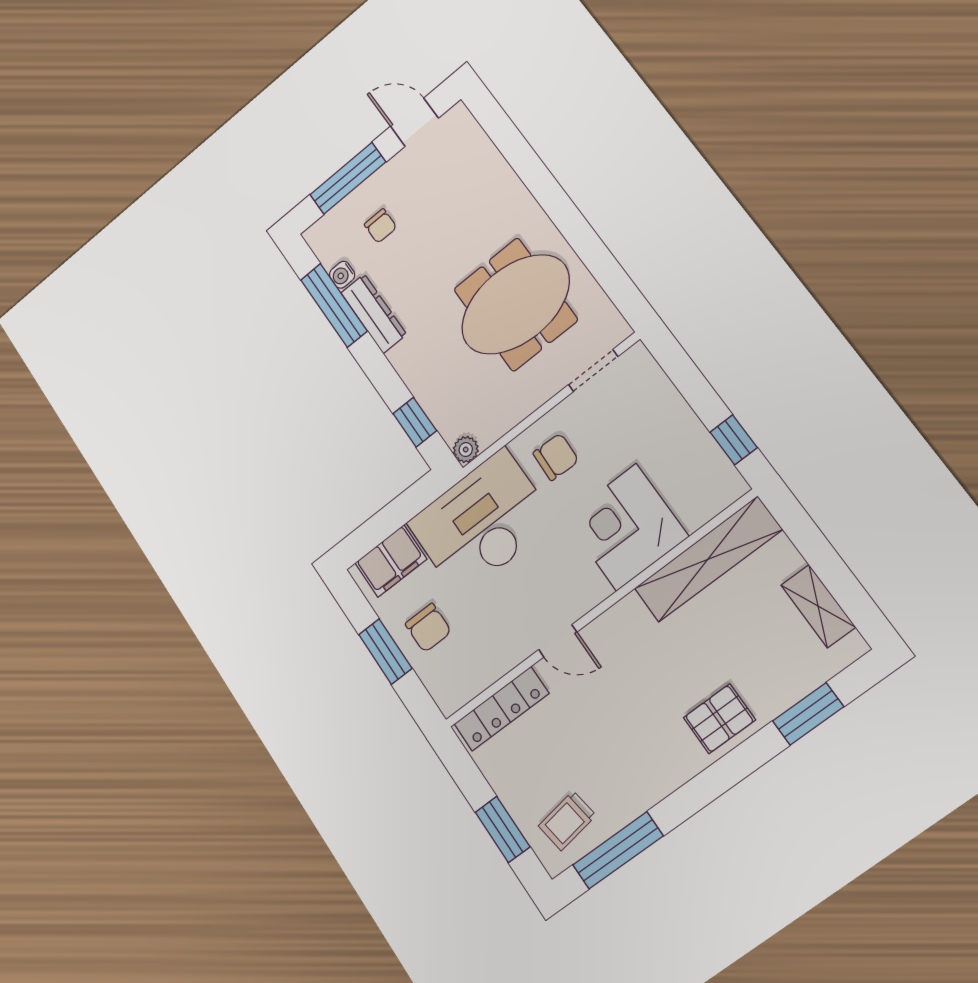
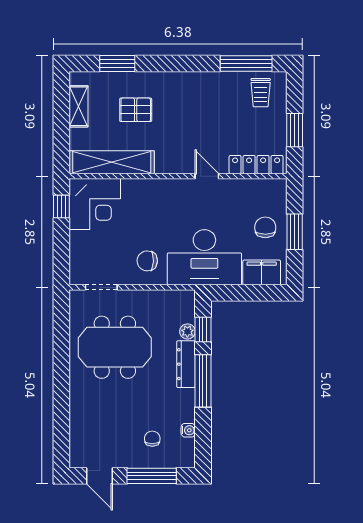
window: (334, 305) -> (203, 381), moved
dresser: (374, 314) -> (186, 364), moved
plant: (466, 450) -> (187, 331), moved
corner desk: (626, 527) -> (95, 204), moved
pallet: (719, 719) -> (136, 110), moved
trolley: (567, 821) -> (261, 93), turned 99
window: (502, 829) -> (295, 130), moved

